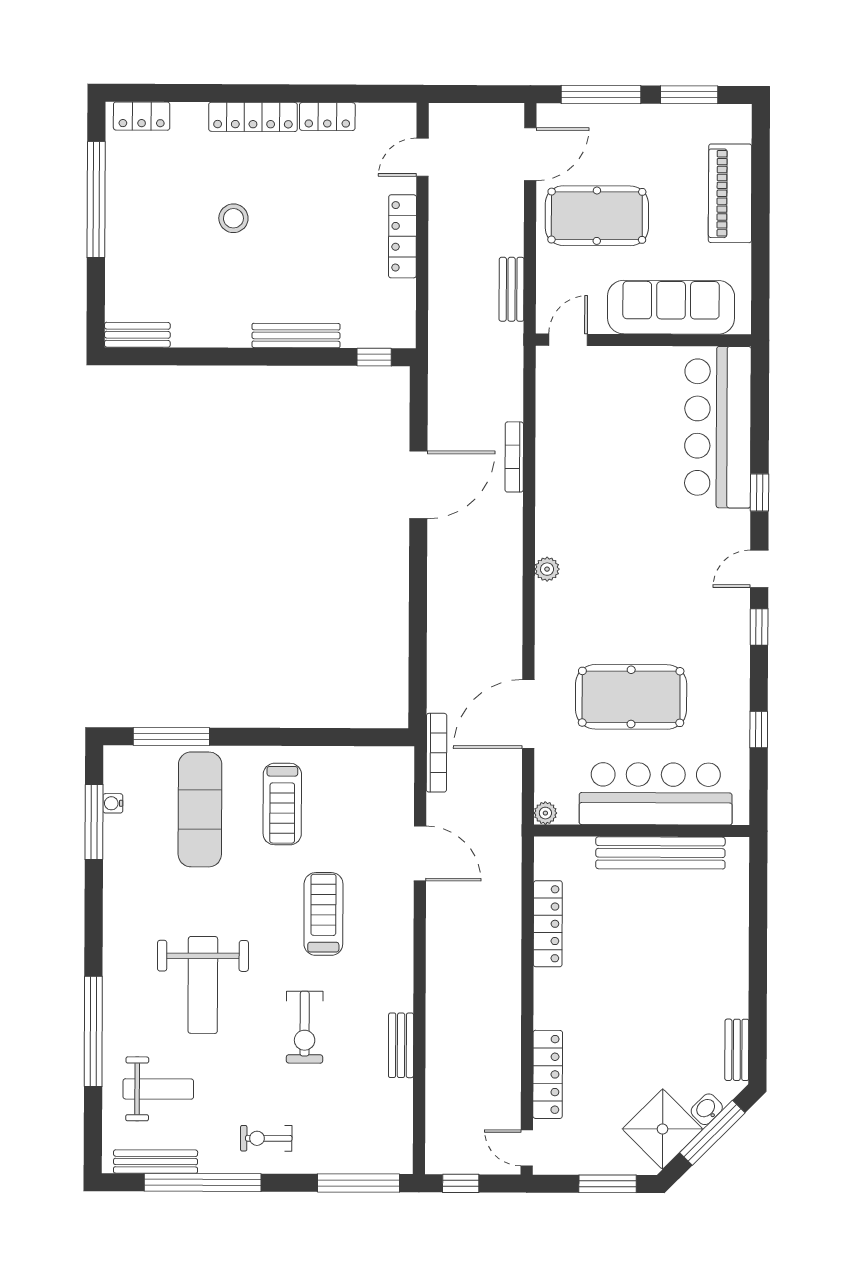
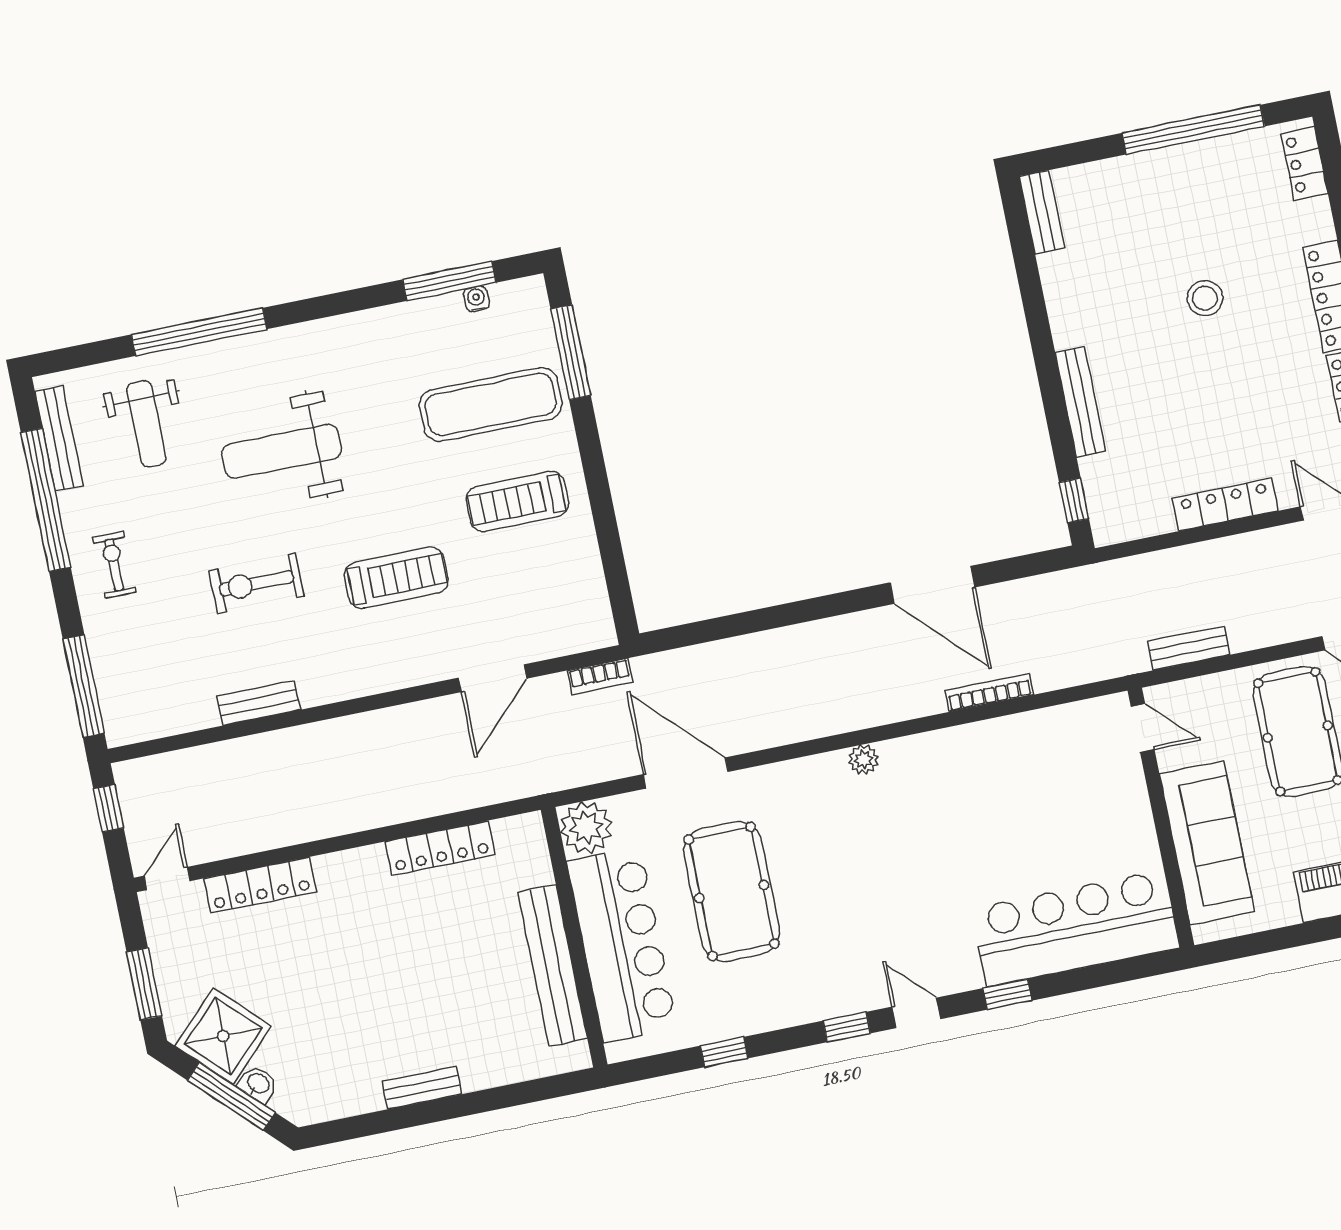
bookcase: (437, 753) -> (600, 676), width x0.64
plant: (545, 813) -> (586, 827), width x1.88, depth x1.88
bench: (737, 1050) -> (422, 1088), moved

